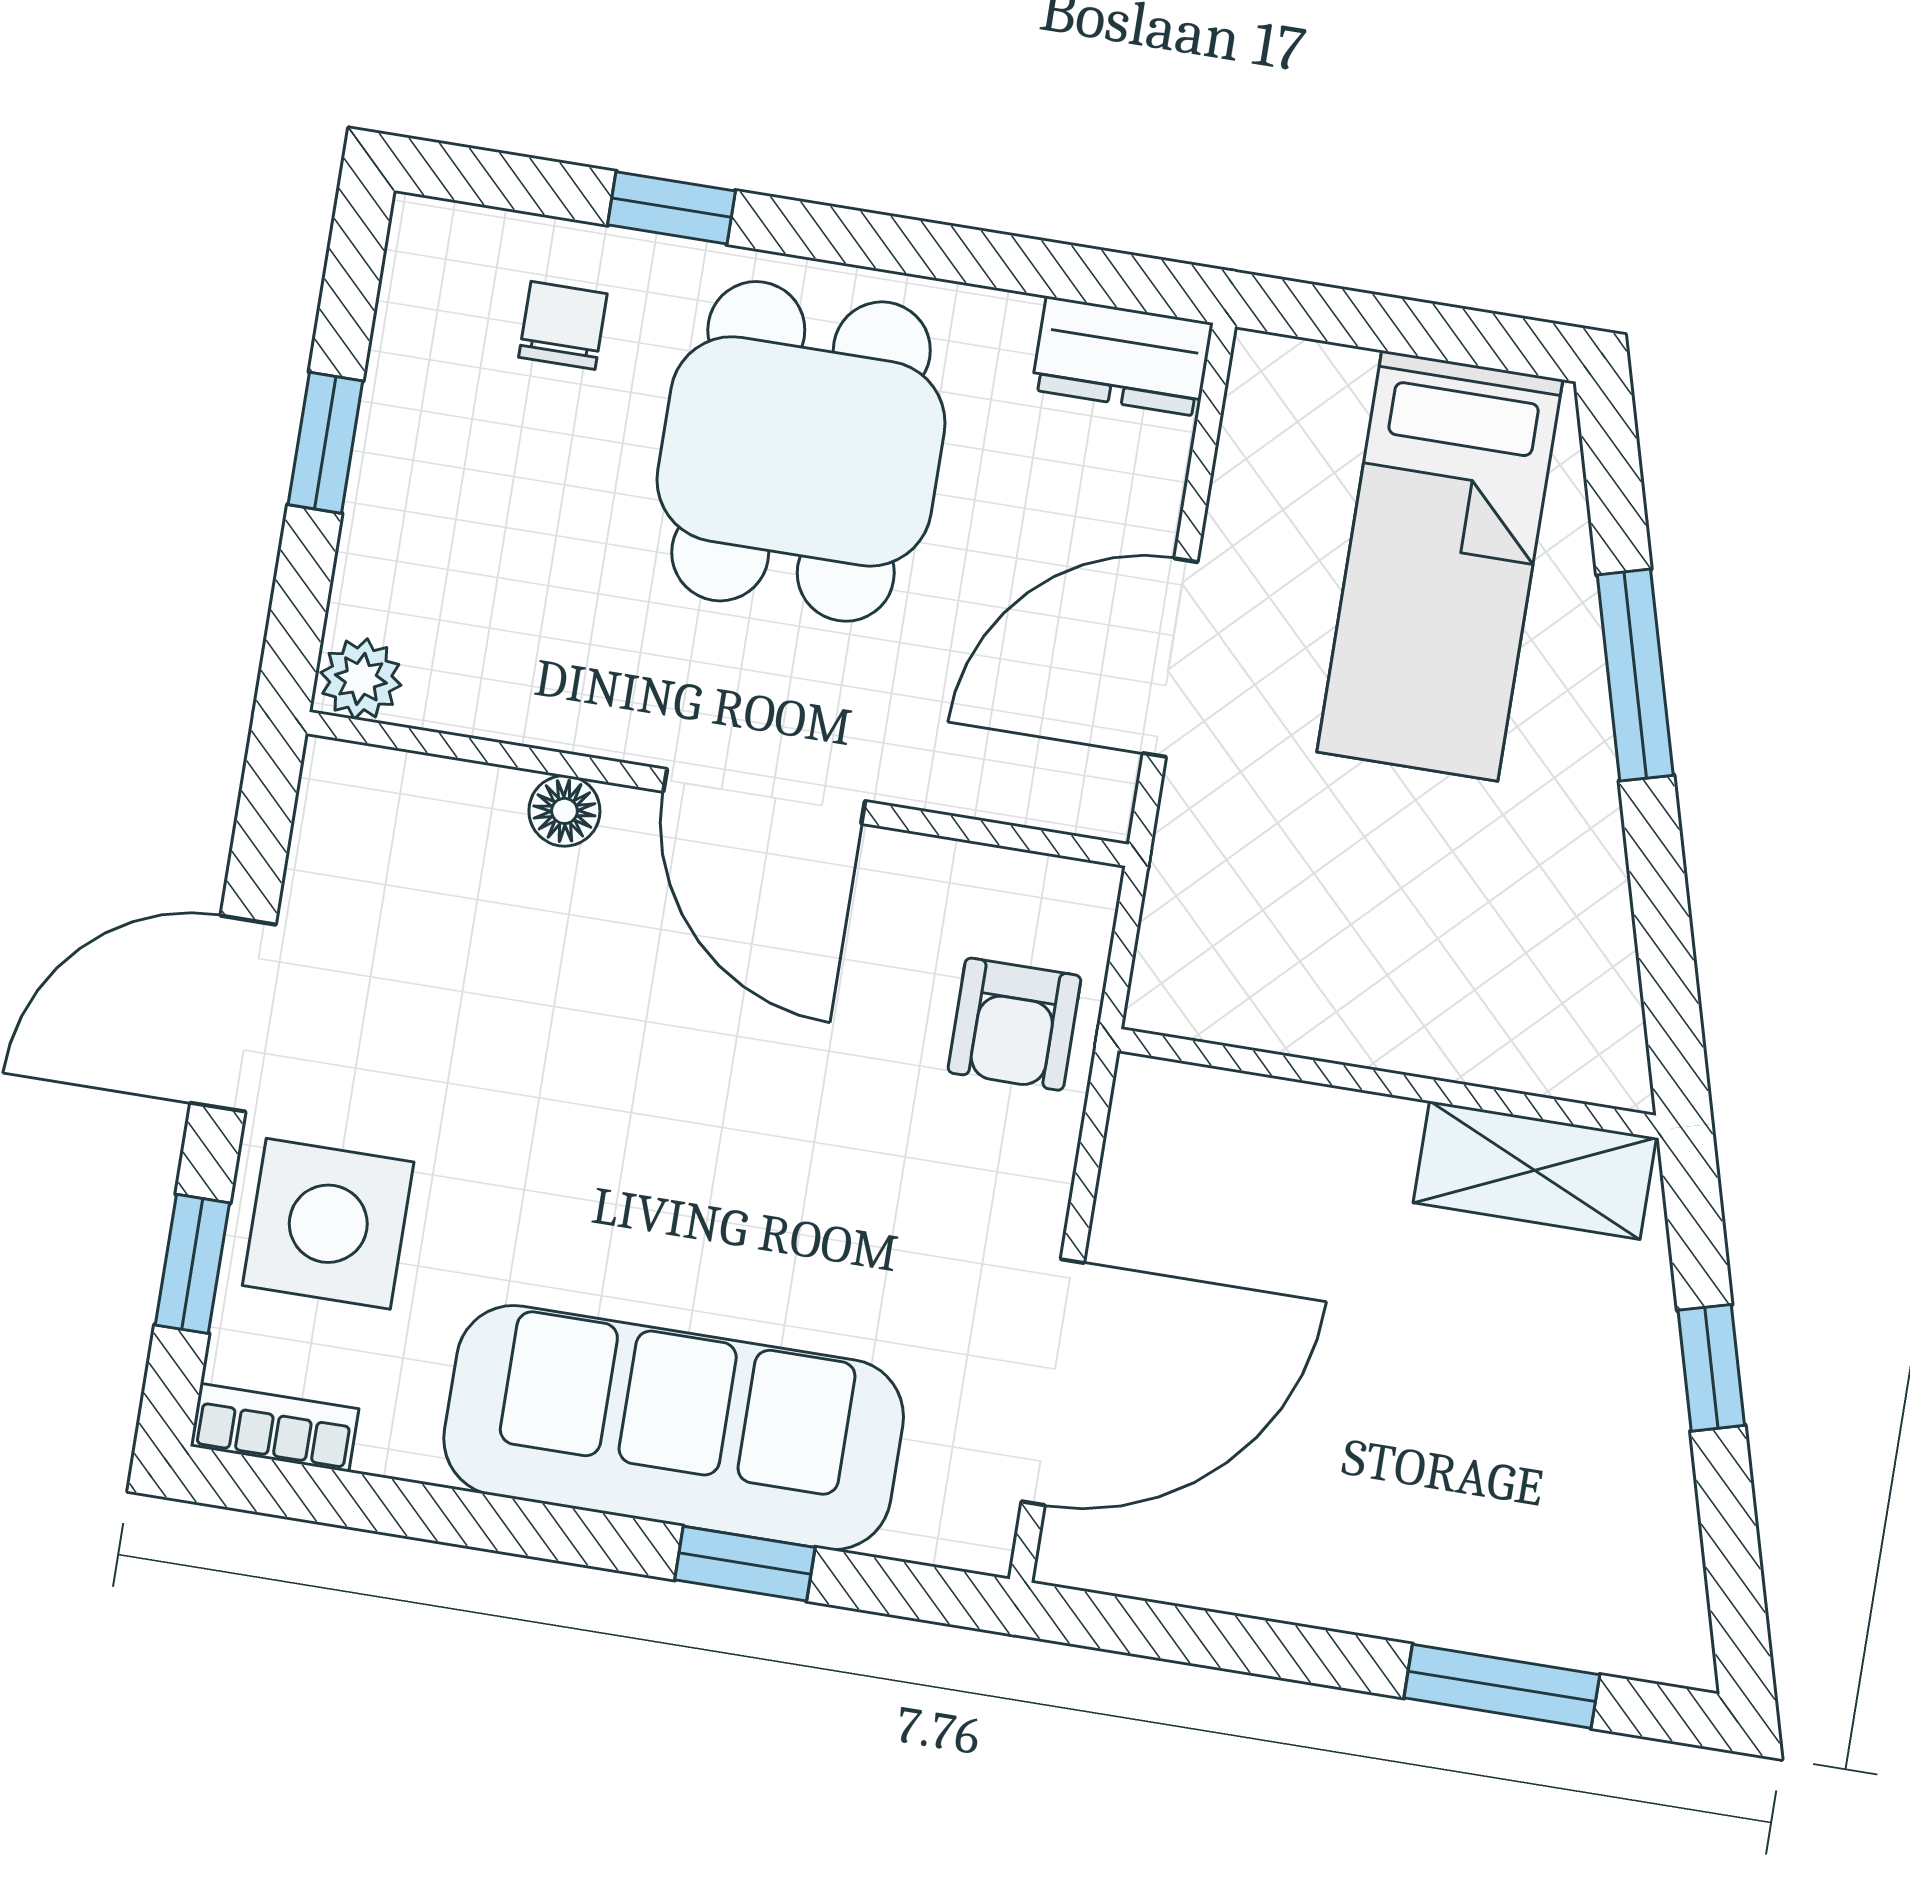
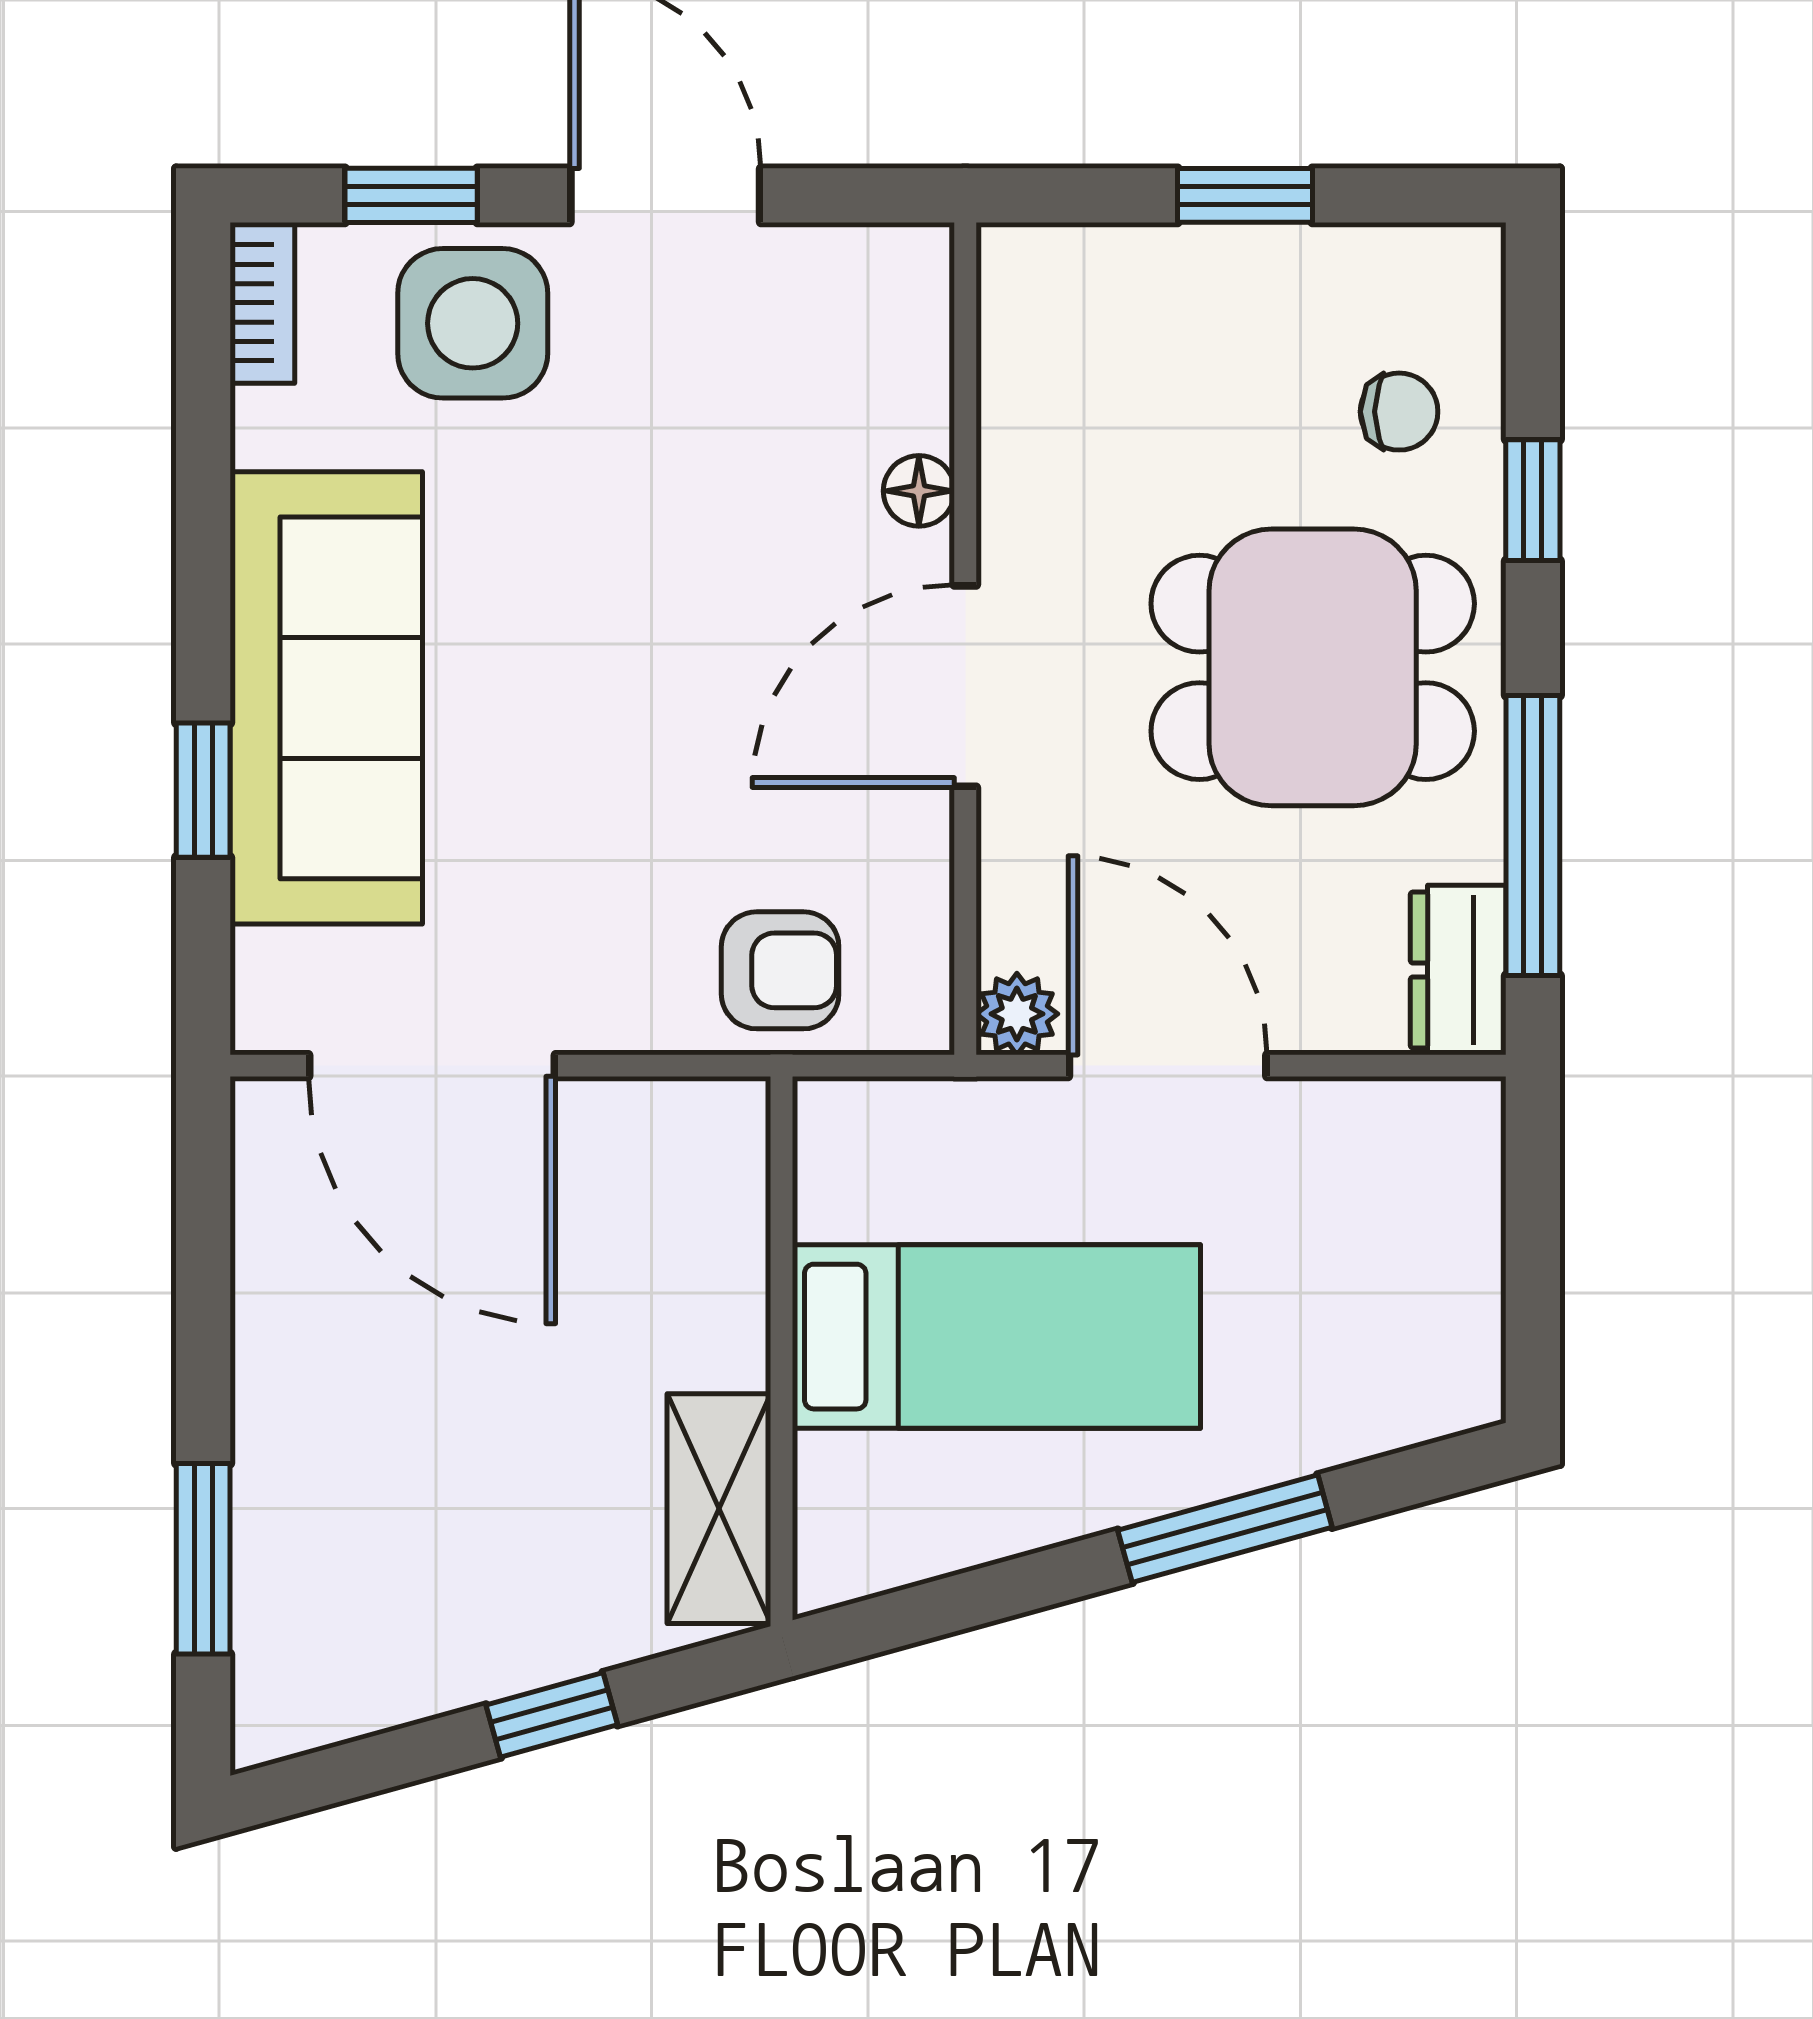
window: (1002, 261) -> (1533, 836), added
bed: (1440, 566) -> (996, 1337), moved, turned 180
plant: (361, 679) -> (1017, 1014), moved
armchair: (1014, 1024) -> (780, 970), turned 180

